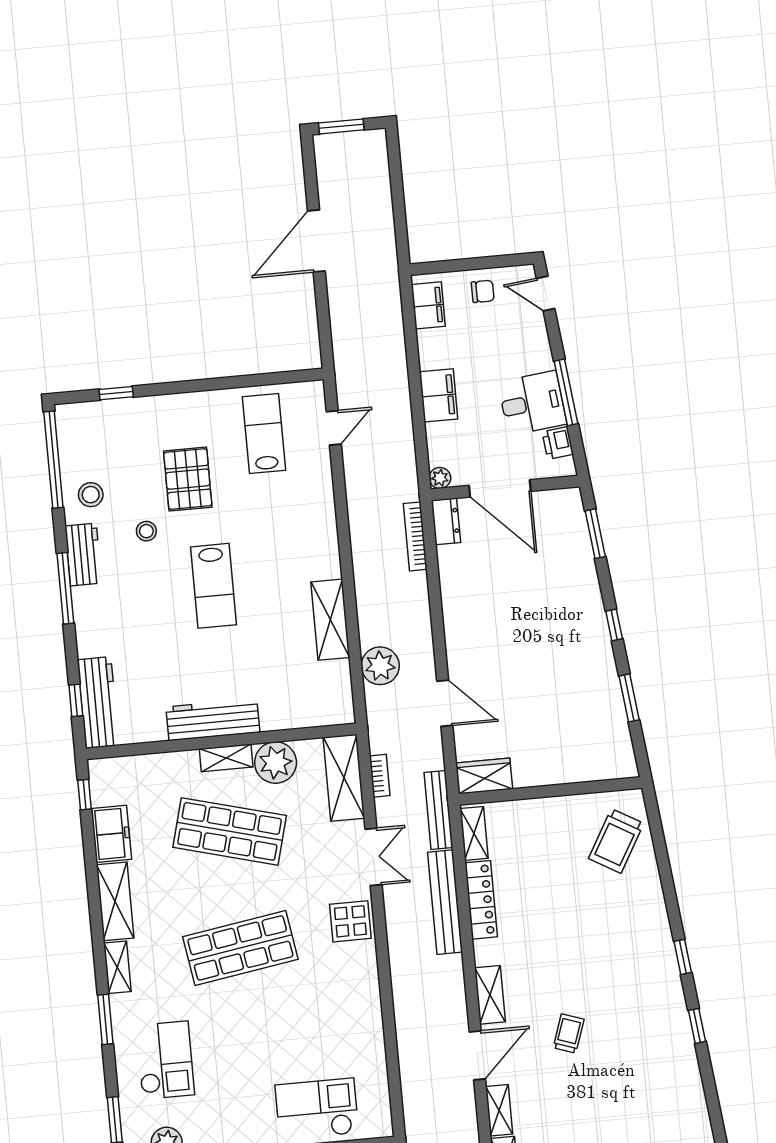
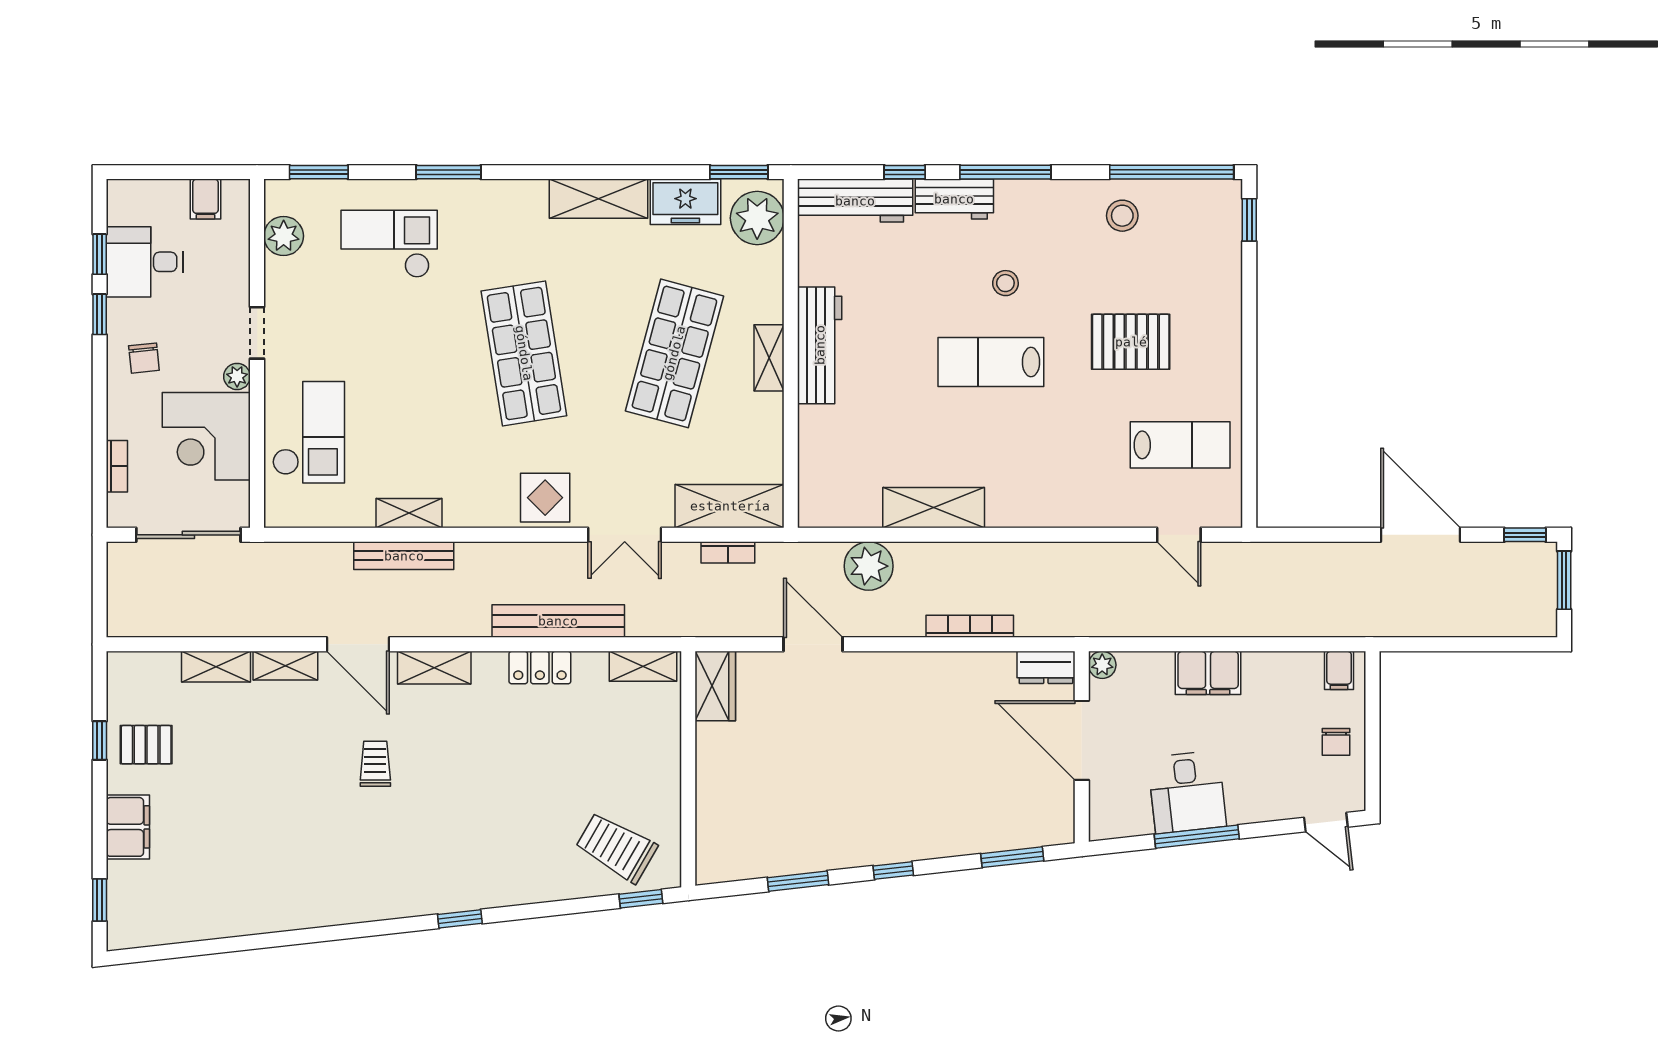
window: (309, 160) -> (1525, 535), added
door: (546, 293) -> (1326, 822), swing flipped
filing cabinet: (428, 305) -> (1339, 670), width x0.50
window: (116, 393) -> (1249, 220), moved
printer: (558, 443) -> (1133, 820), removed
door: (500, 488) -> (1082, 740), hinge flipped
stool: (146, 531) -> (1005, 283), moved
bookcase: (415, 536) -> (970, 626), moved
workbench: (83, 555) -> (954, 199), moved
window: (76, 700) -> (905, 172), moved
door: (445, 703) -> (813, 644), swing flipped
plant: (276, 763) -> (757, 218), moved
window: (85, 795) -> (739, 172), width x1.50
bench: (438, 810) -> (404, 556), moved
locker: (481, 900) -> (540, 668), width x0.66
shelving: (117, 967) -> (409, 513), moved
window: (697, 1026) -> (641, 899), moved
trolley: (569, 1034) -> (375, 764), turned -109
checkout: (165, 1060) -> (389, 244), turned 180

